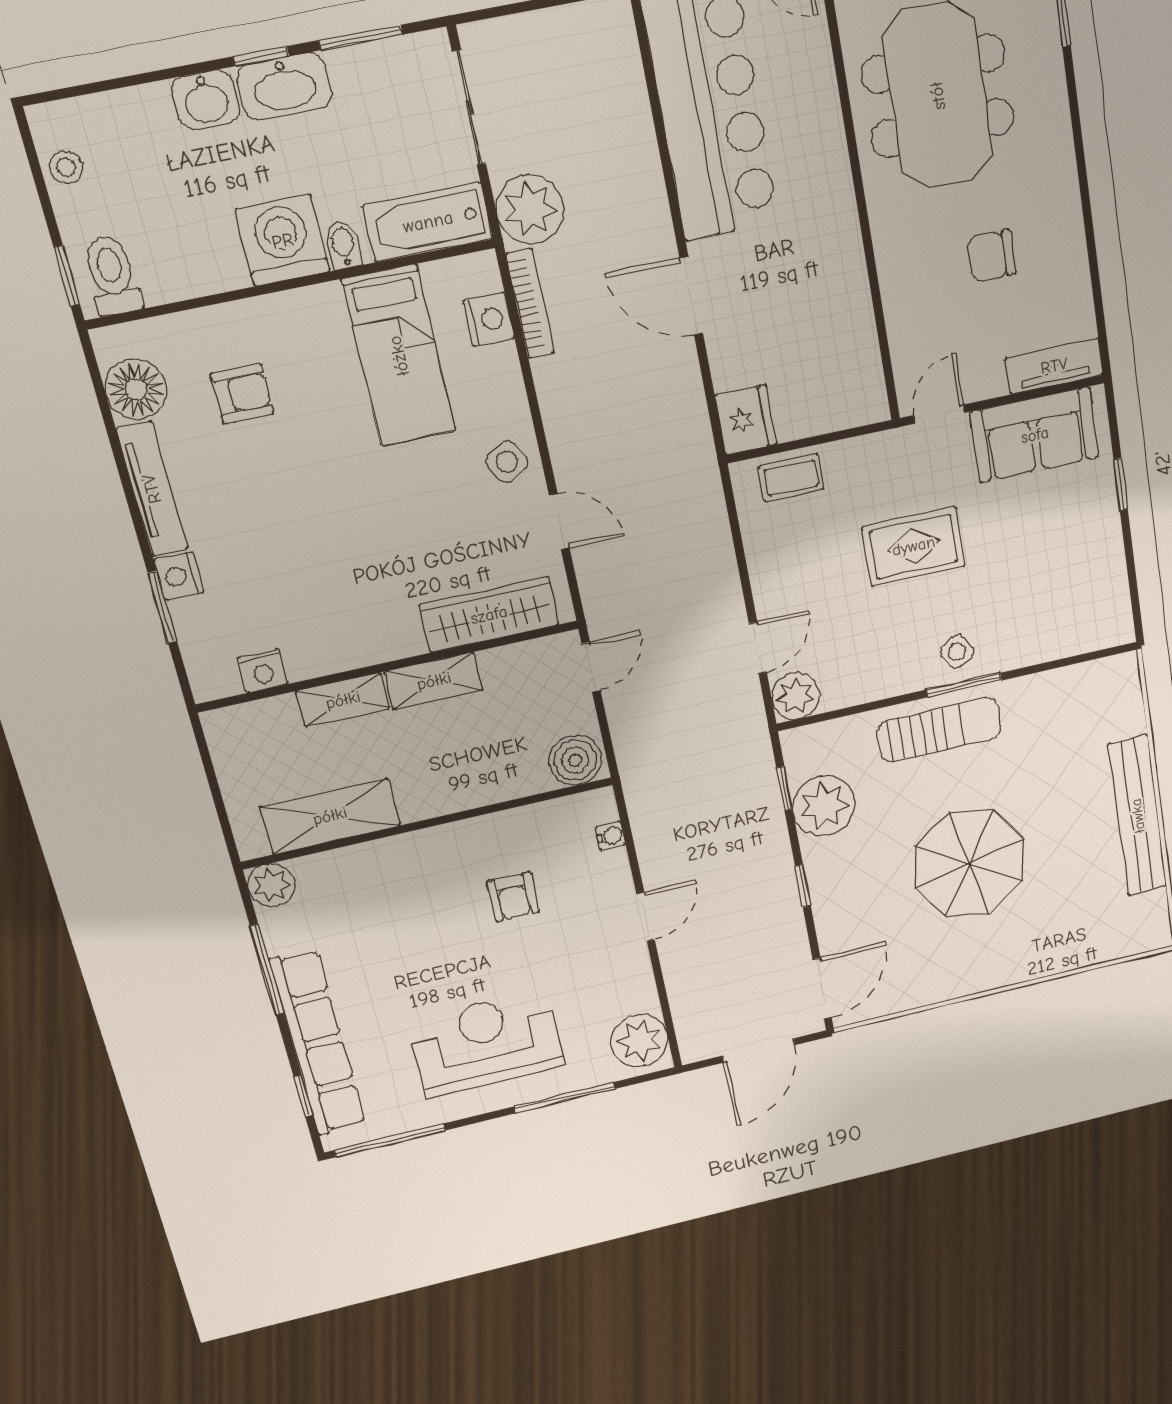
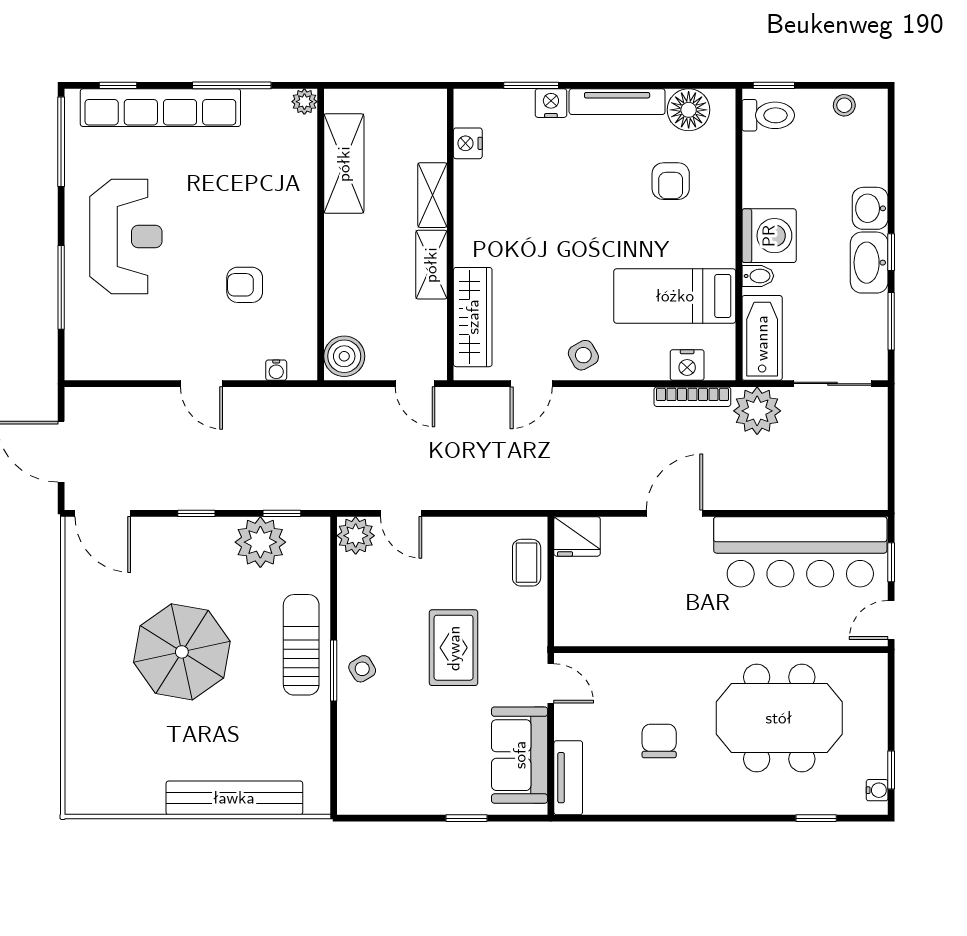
sun lounger: (939, 730) -> (301, 645), turned 180
bench: (1138, 816) -> (234, 798), moved
plant: (271, 885) -> (304, 102), width x0.73, depth x0.73
plant: (639, 1041) -> (96, 357), removed

